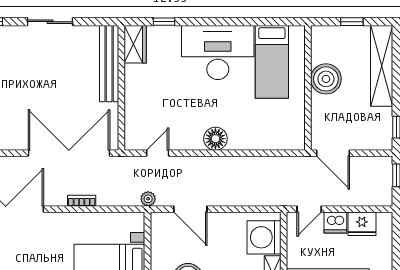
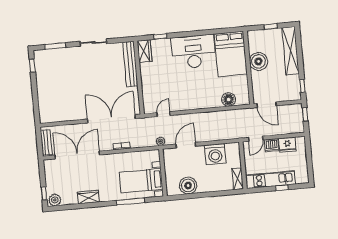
bed: (272, 62) -> (231, 54), width x1.50
floor lamp: (215, 139) -> (229, 100), moved
door: (190, 209) -> (186, 145), swing flipped
washing machine: (264, 237) -> (215, 154), moved, turned -90

